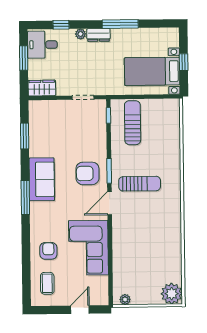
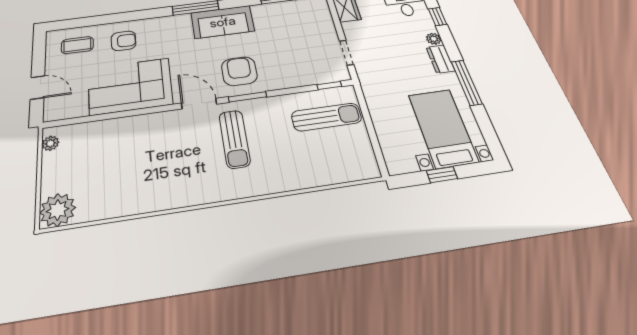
bed with nightstands: (152, 71) -> (443, 128), moved

